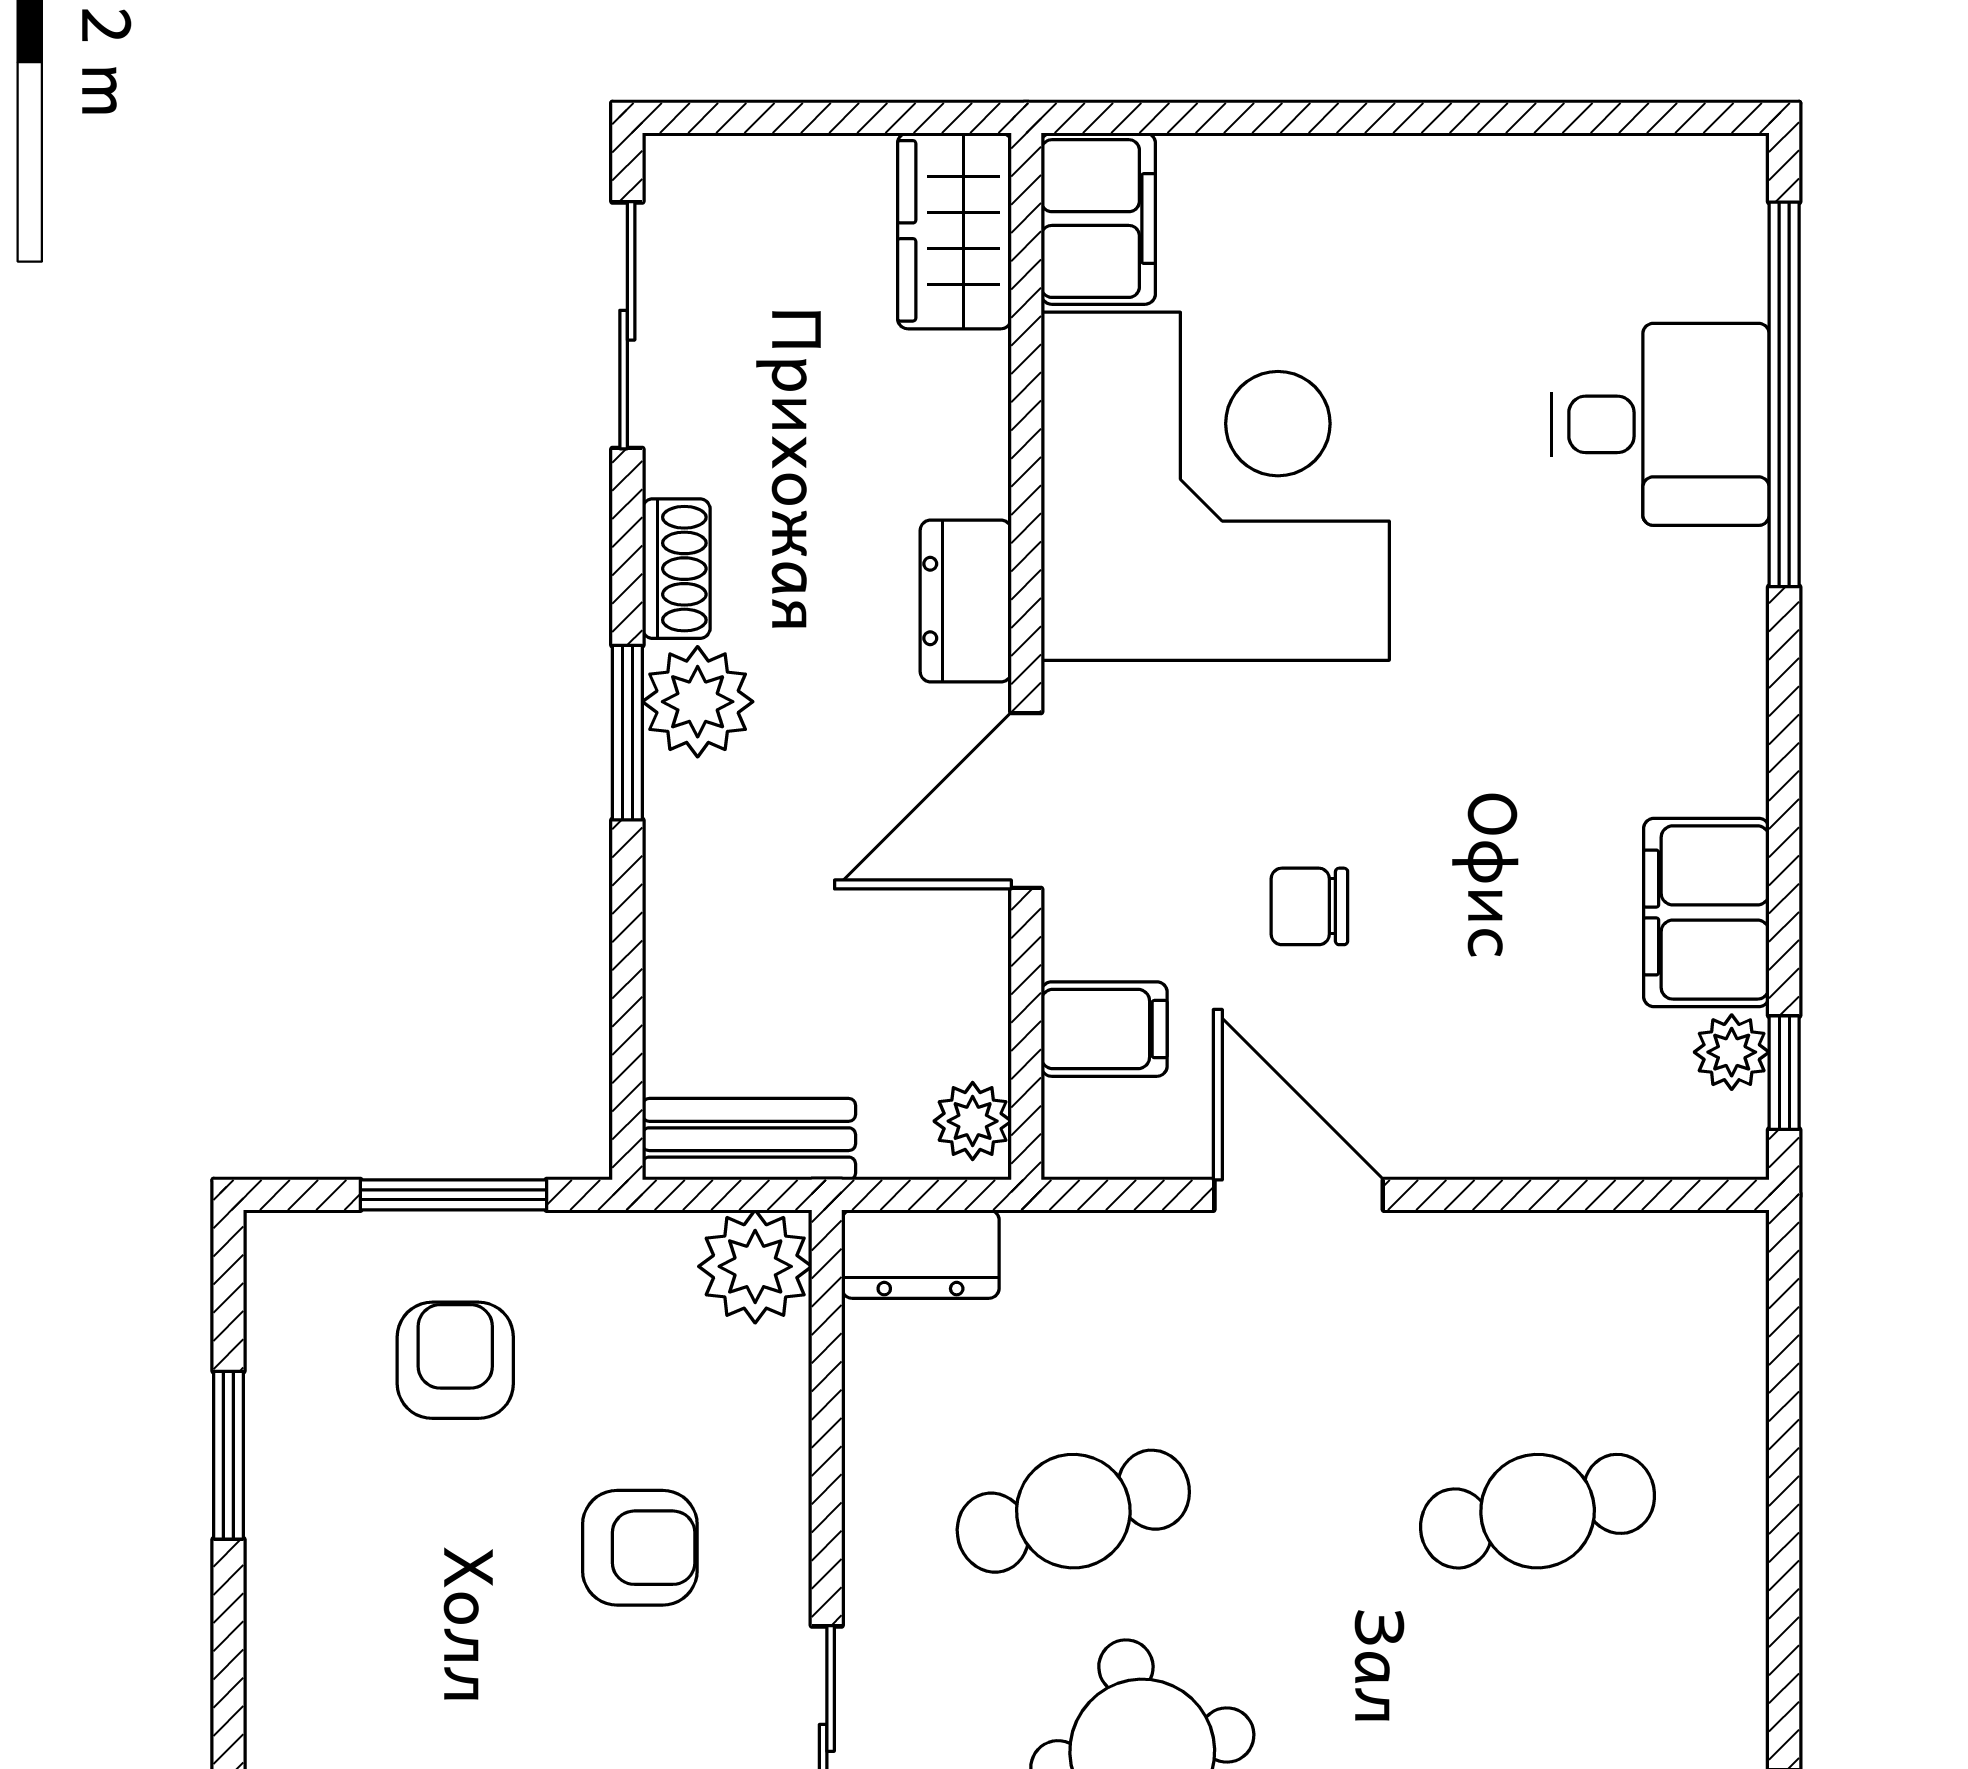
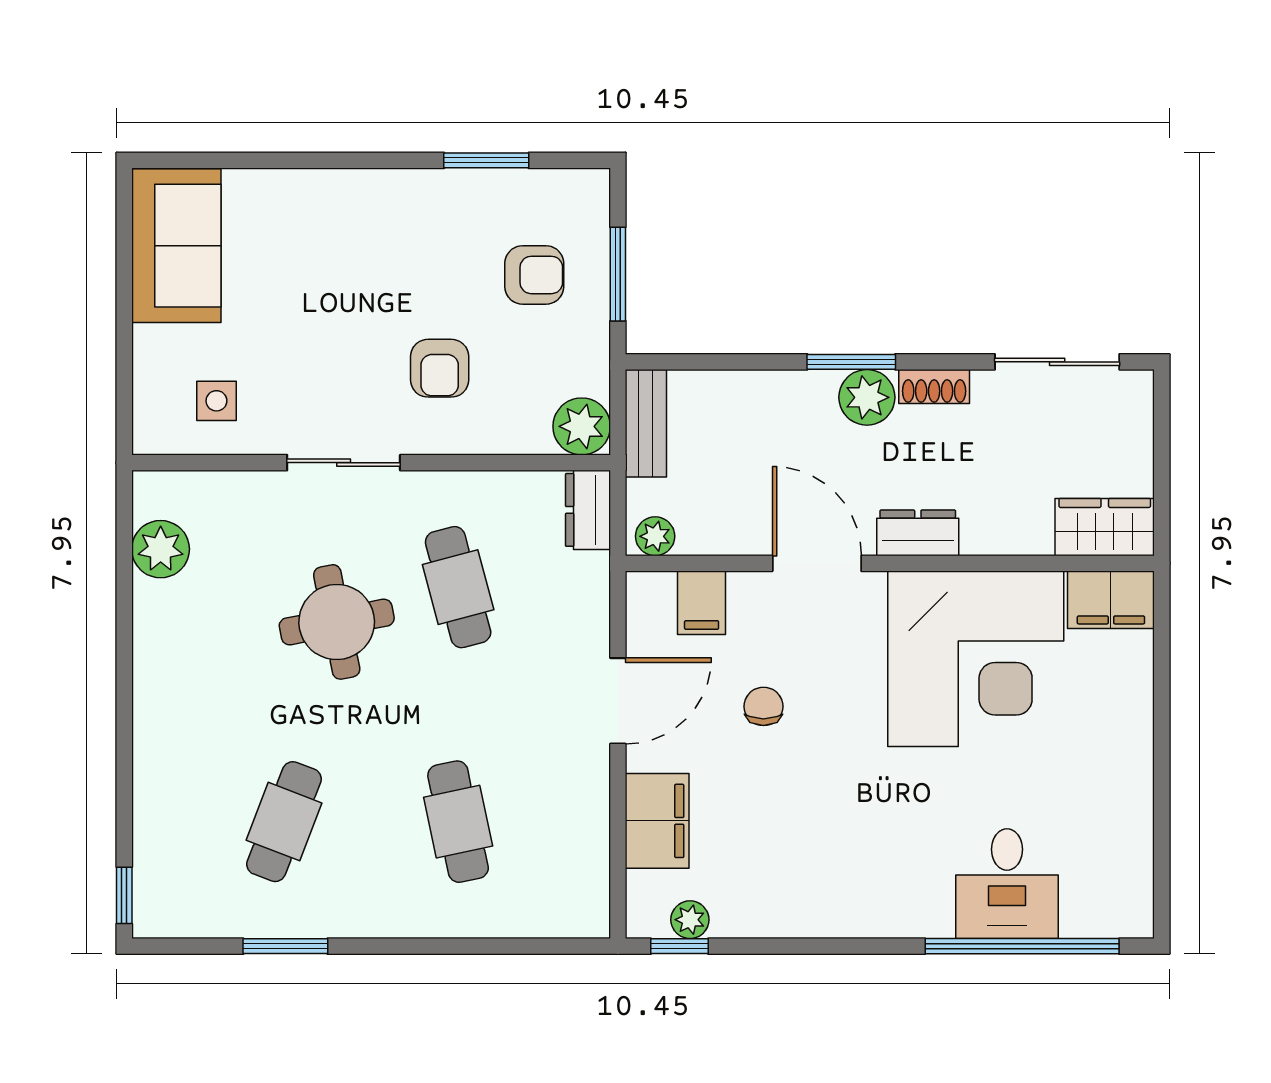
filing cabinet: (1706, 912) -> (657, 821), moved, turned 90

